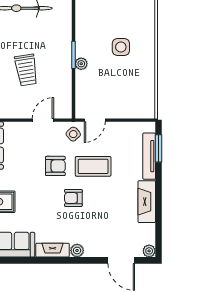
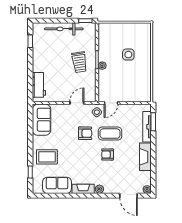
trolley: (26, 70) -> (79, 62), moved
armchair: (73, 198) -> (108, 155), moved

